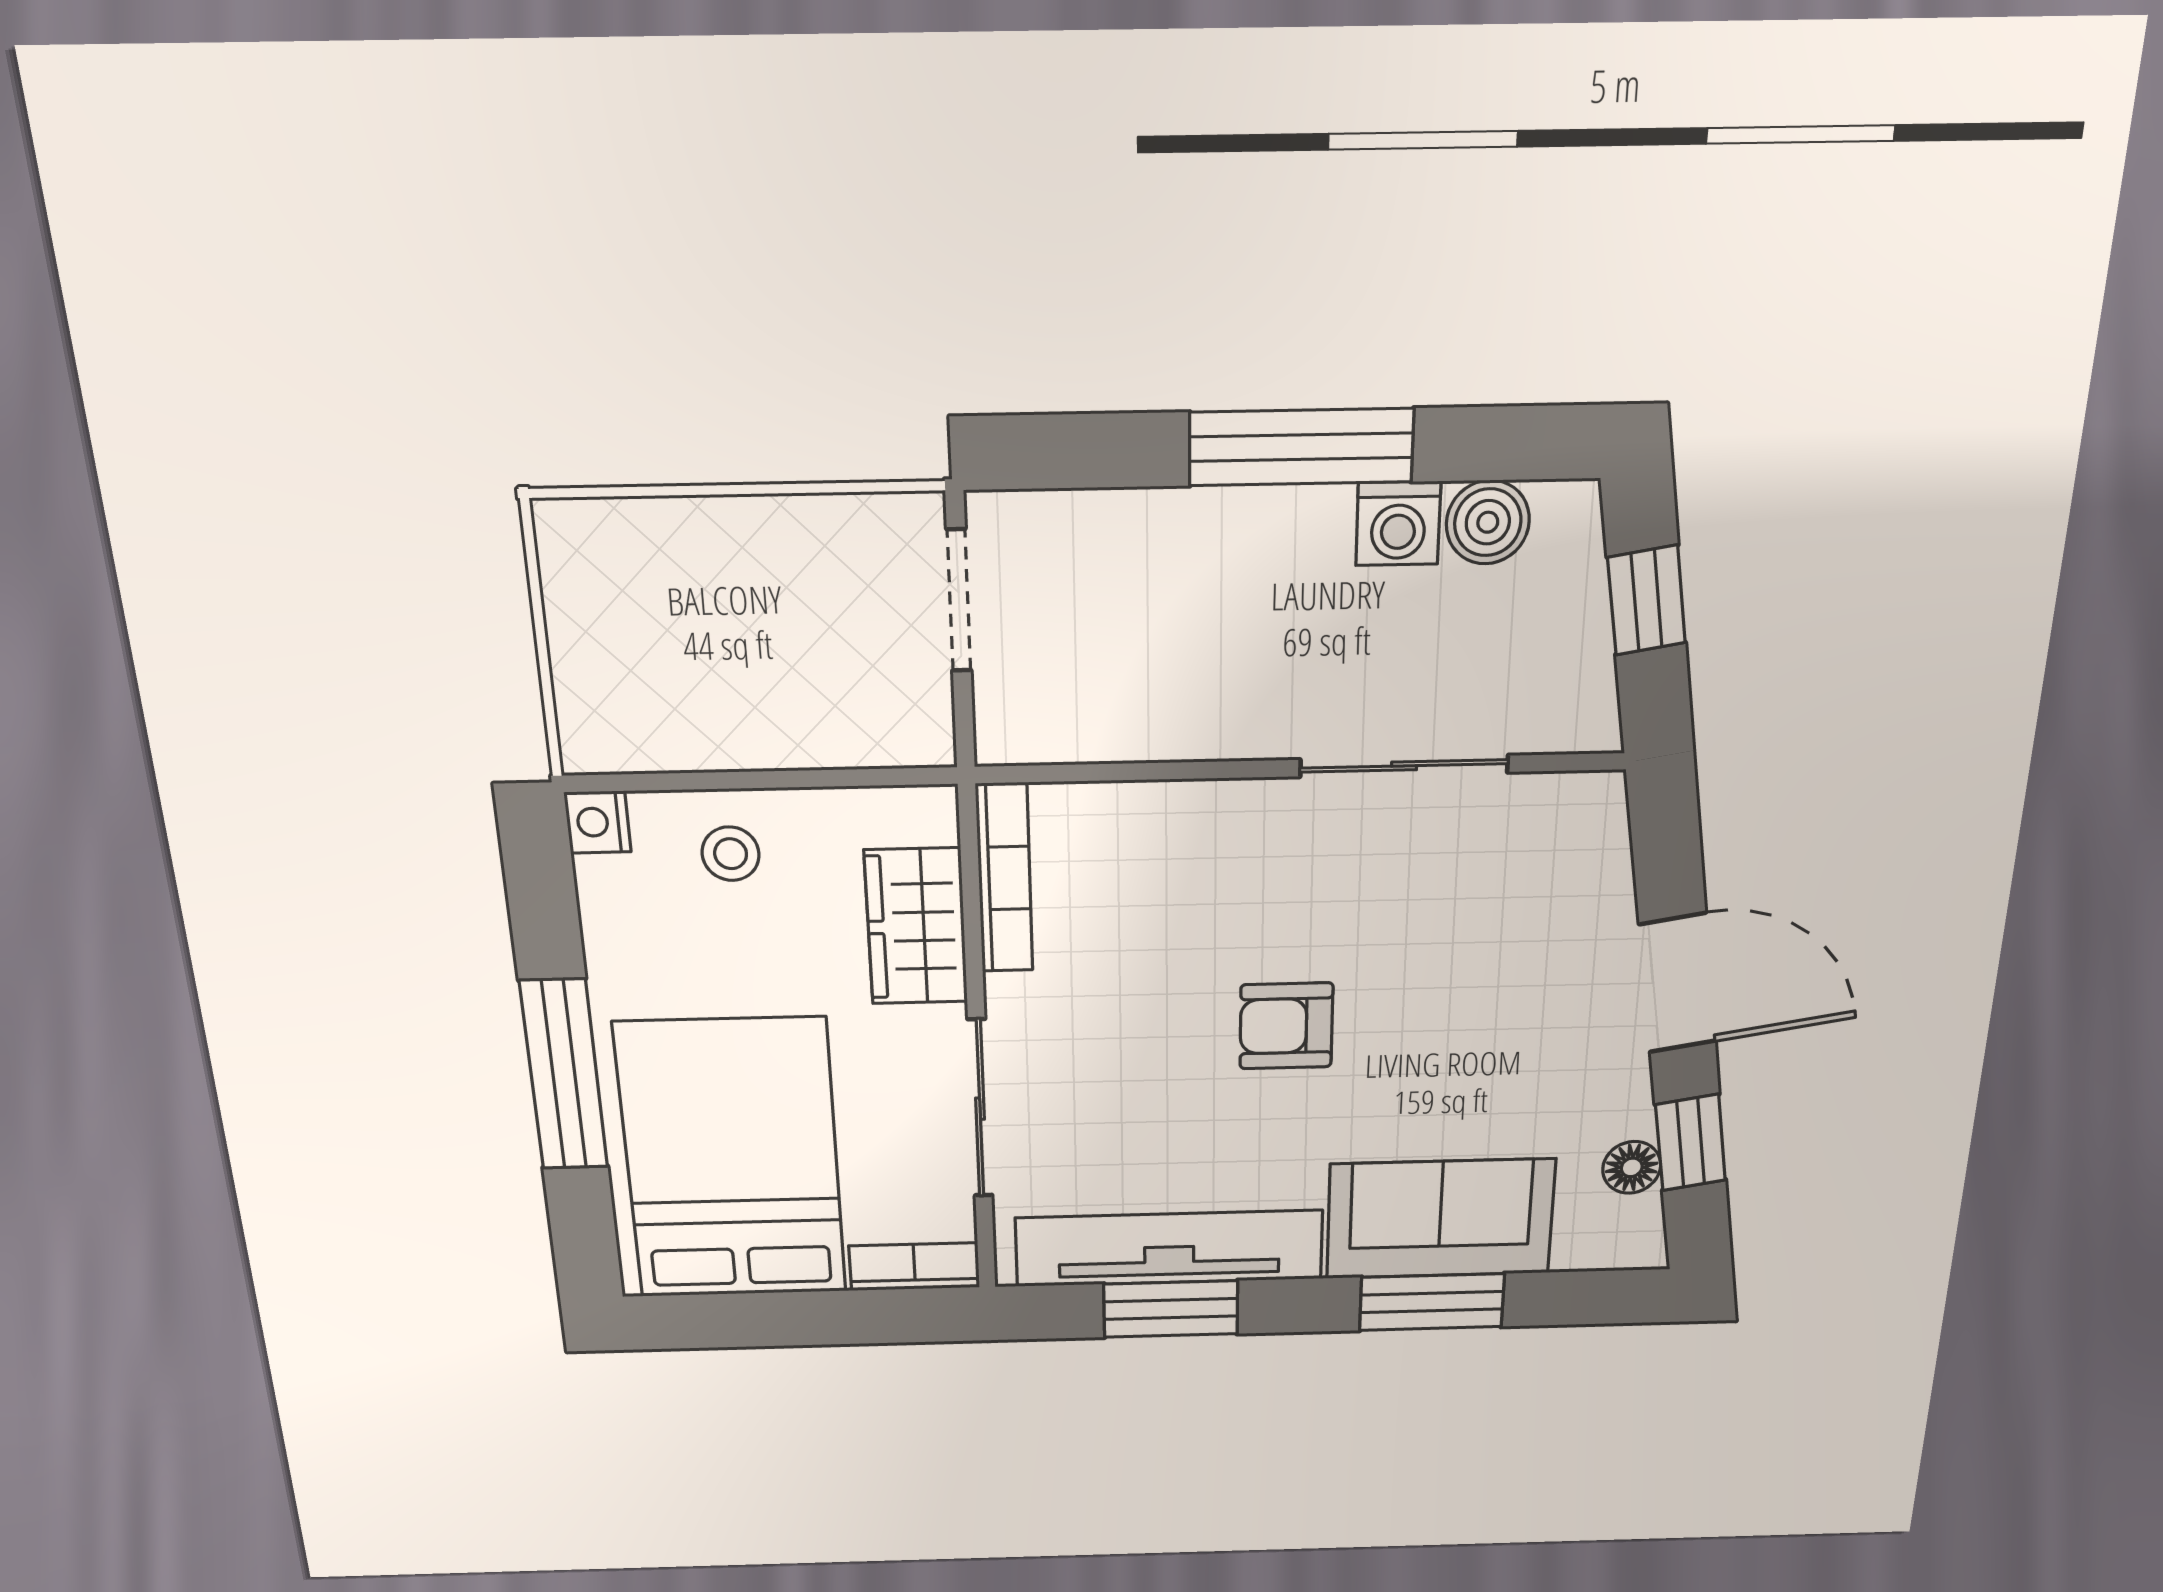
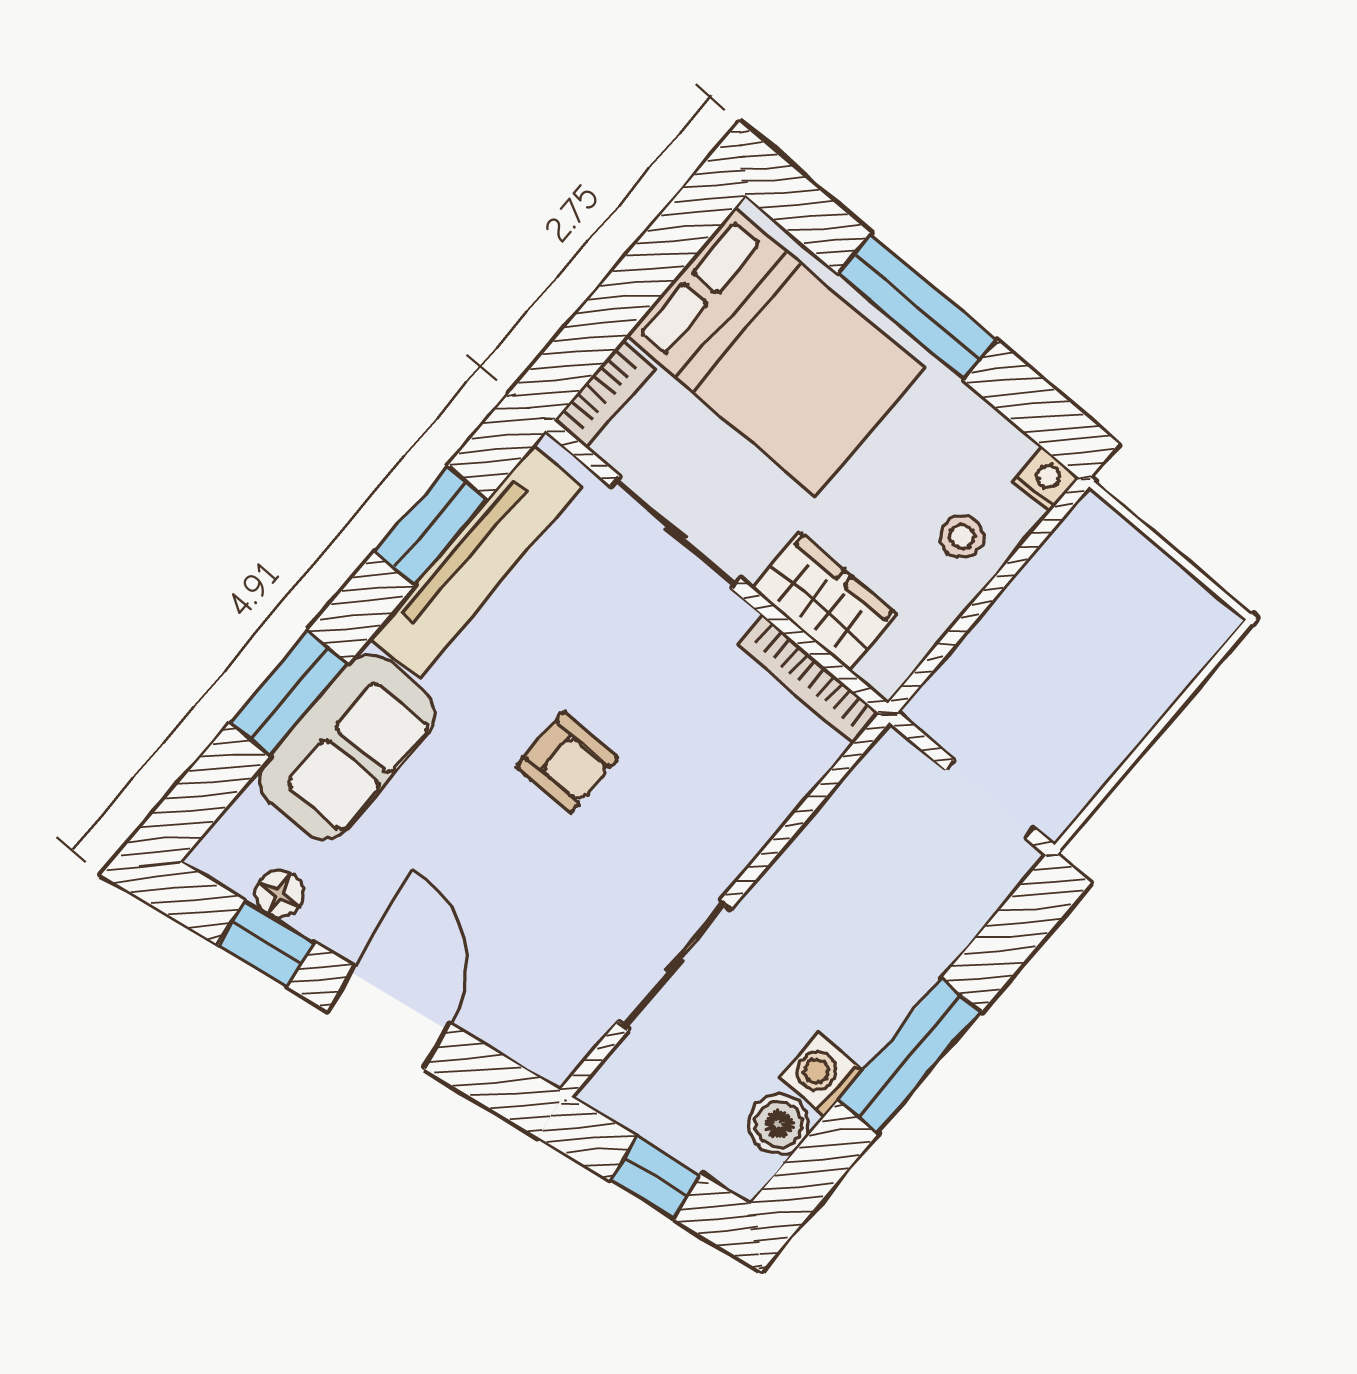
door: (1678, 983) -> (389, 1017), swing flipped
armchair: (1286, 1026) -> (567, 762), turned 90

